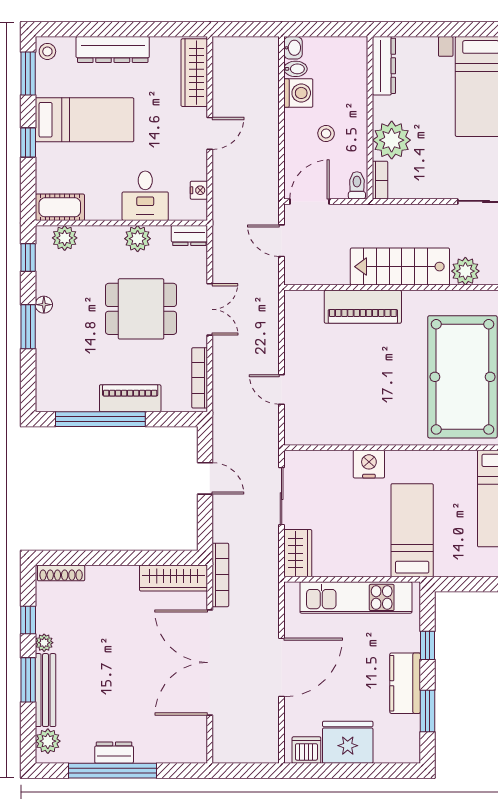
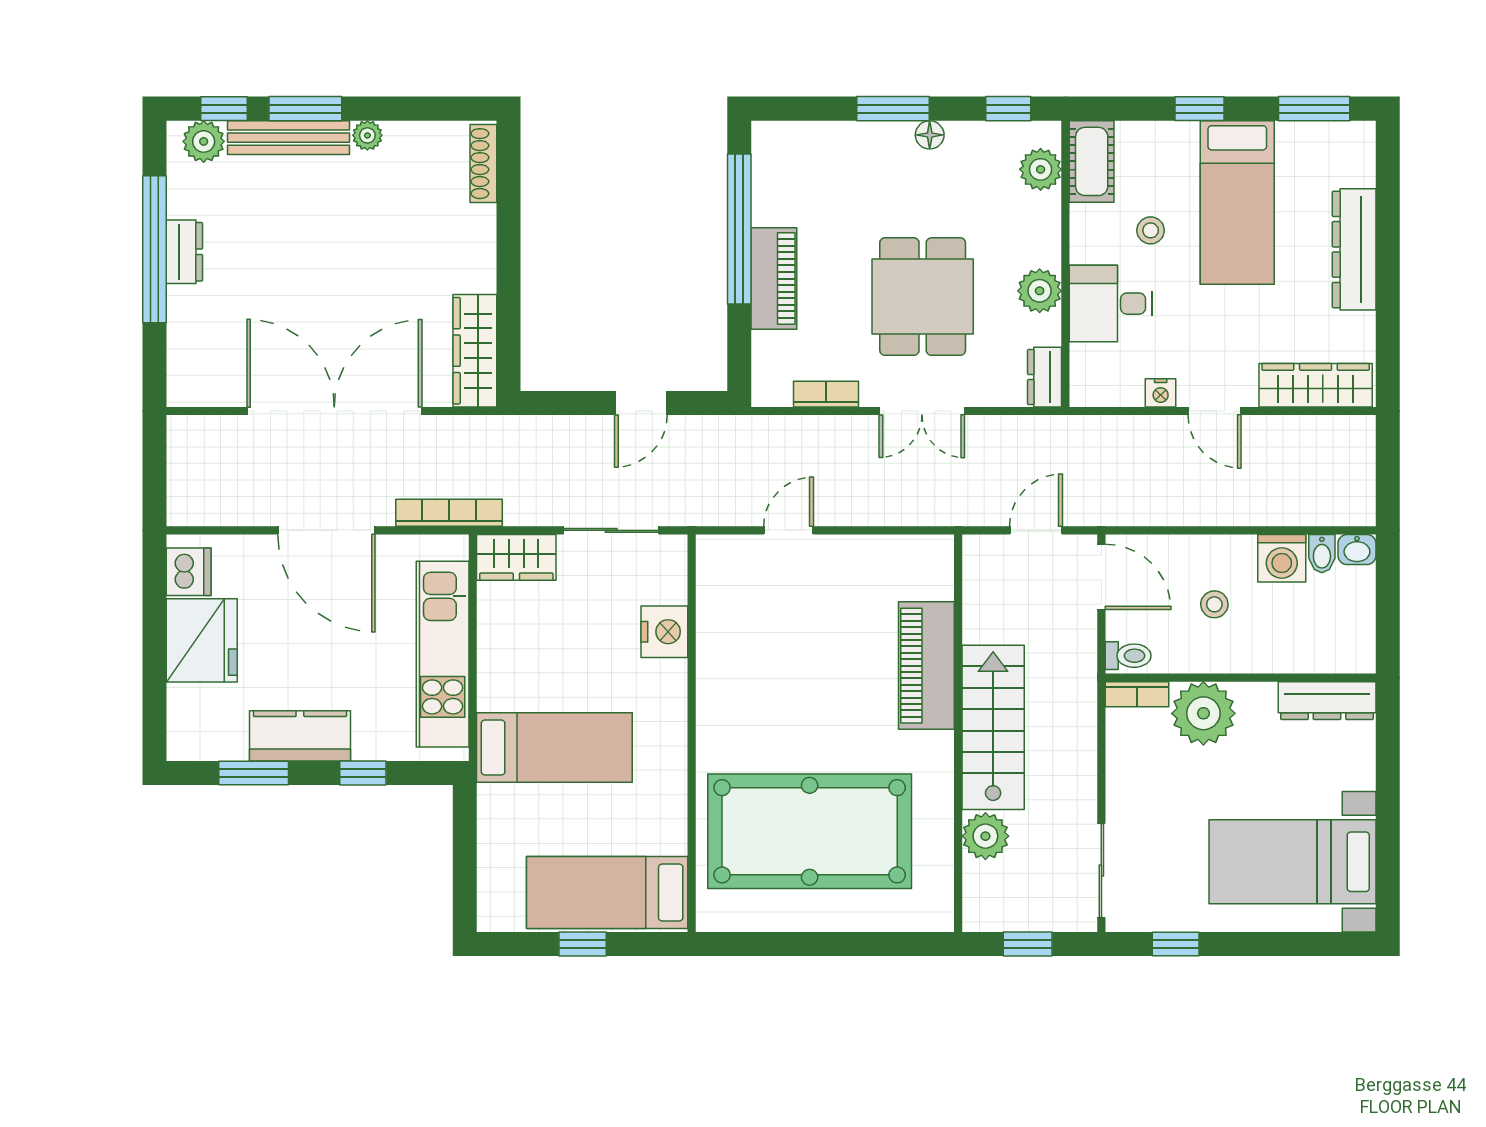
stool: (47, 51) -> (1151, 230), moved
nightstand: (199, 190) -> (1161, 393), moved
bookcase: (200, 378) -> (826, 394), width x0.64
nightstand: (369, 464) -> (664, 632), moved
bookcase: (220, 575) -> (449, 513), moved, turned 180
window: (28, 620) -> (224, 109), moved

